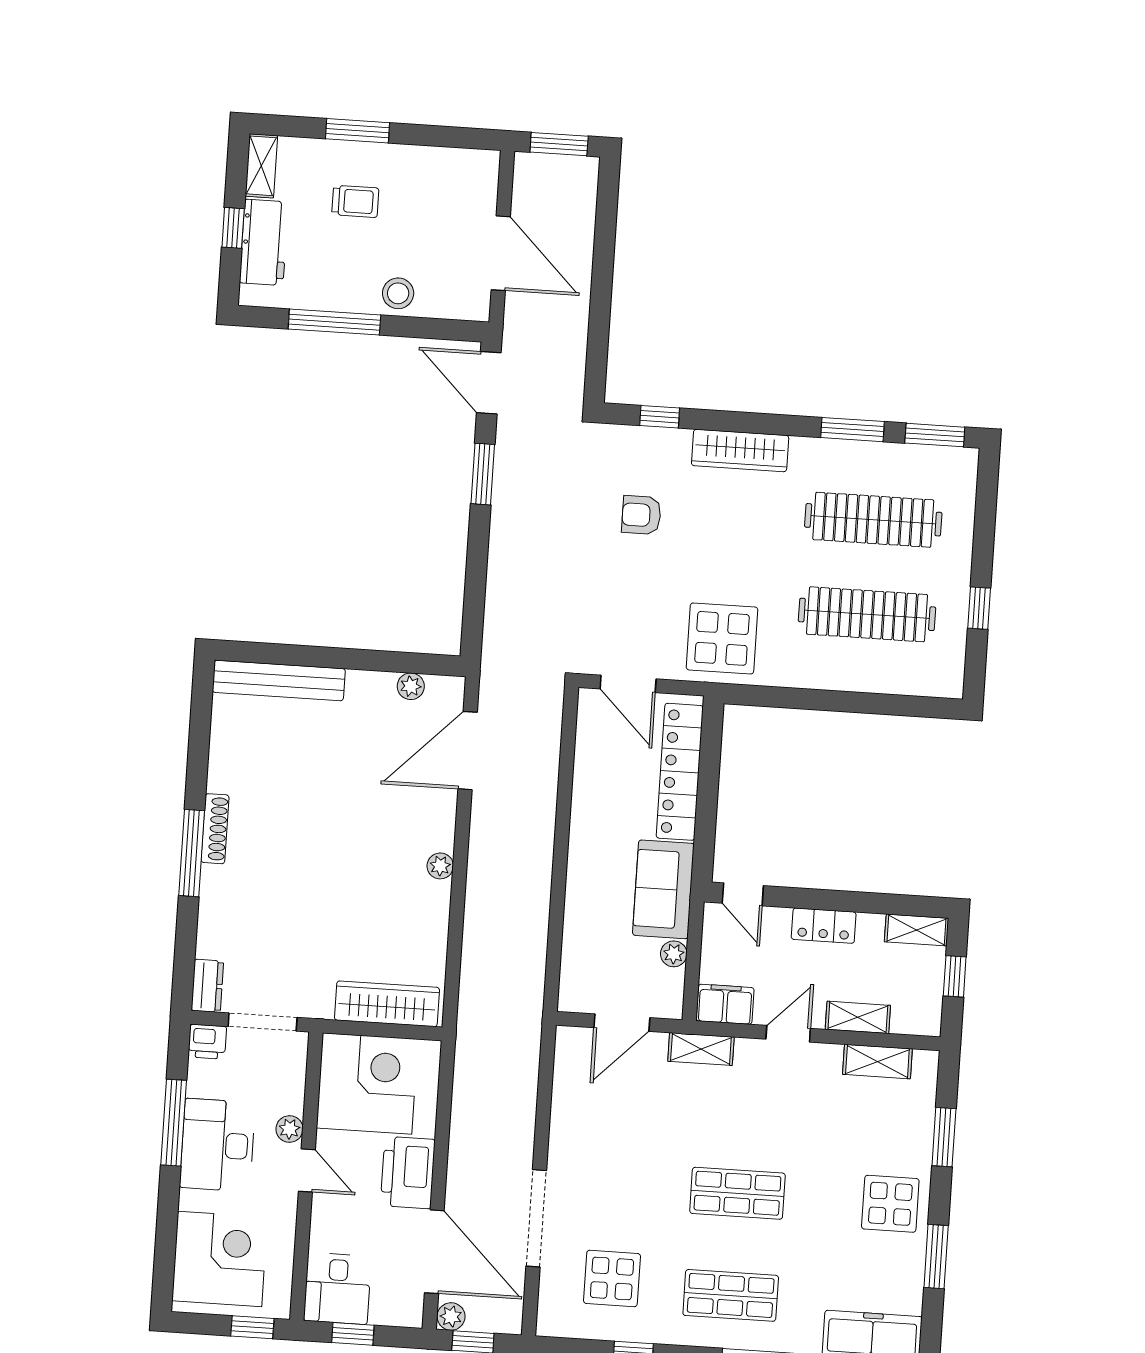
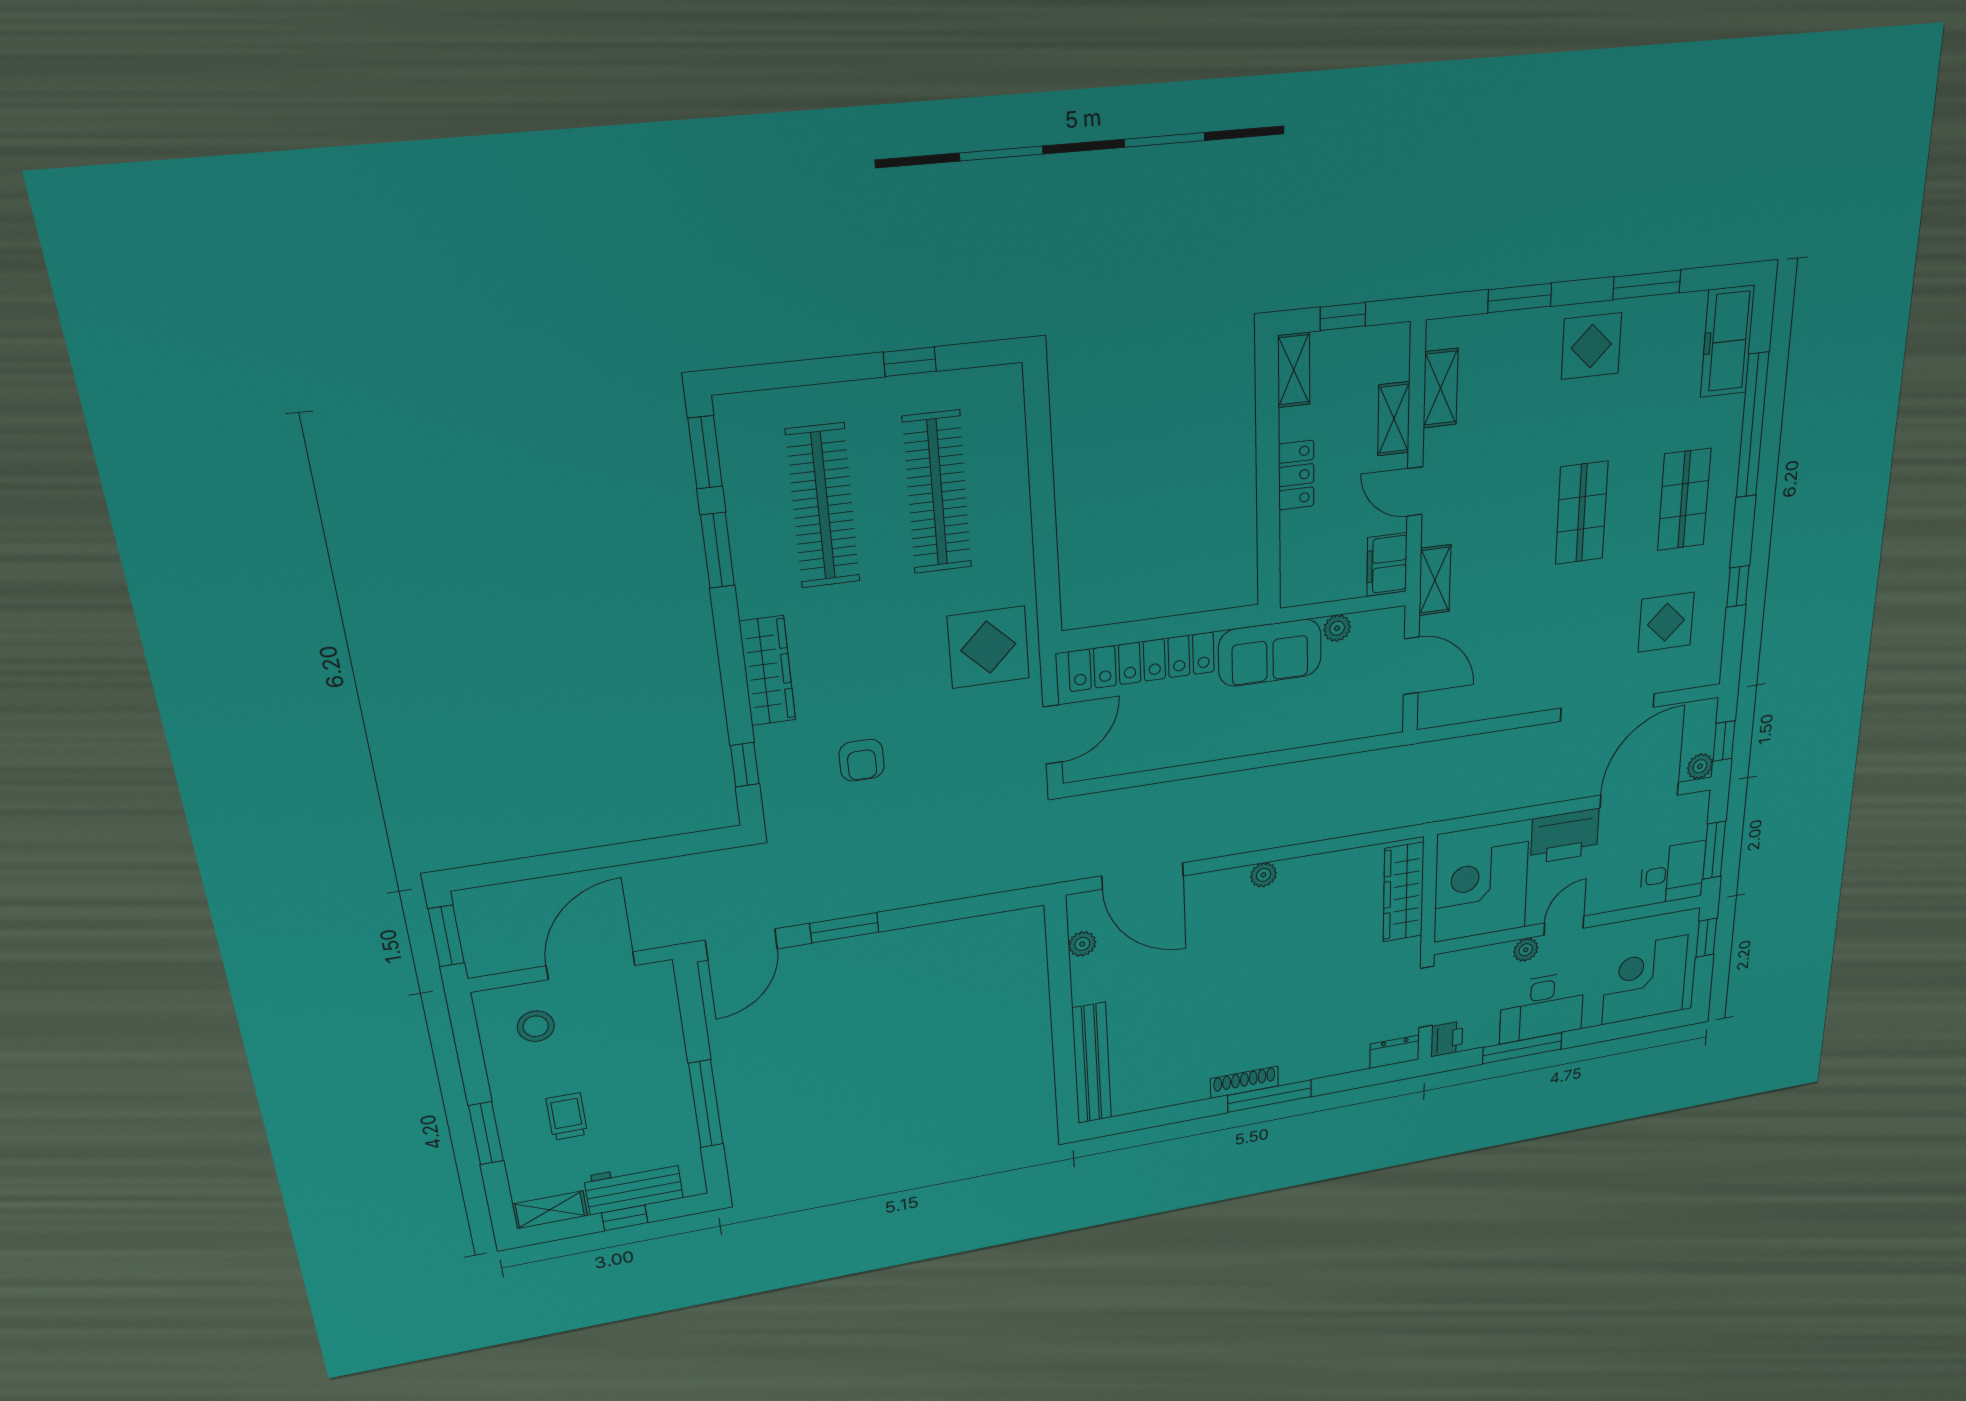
stool: (398, 293) -> (536, 1026), moved
door: (743, 894) -> (1269, 569), removed
window: (353, 1334) -> (1714, 850), width x1.50

